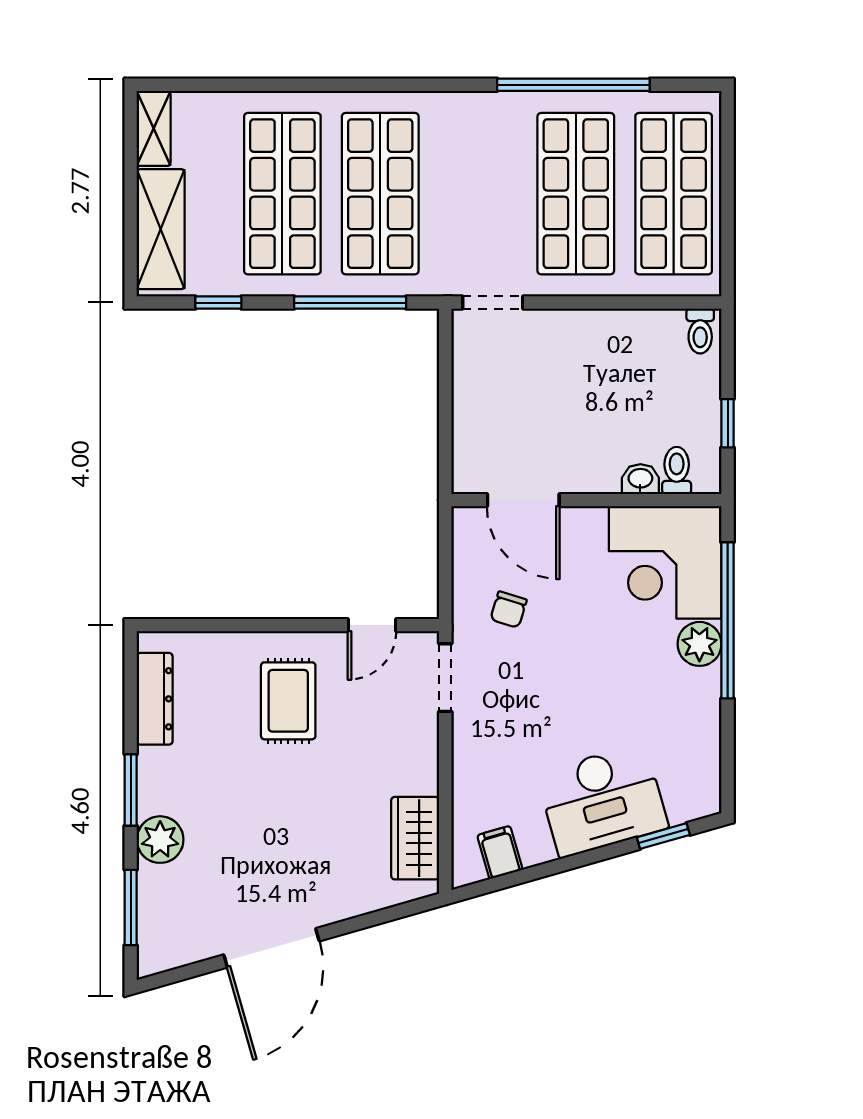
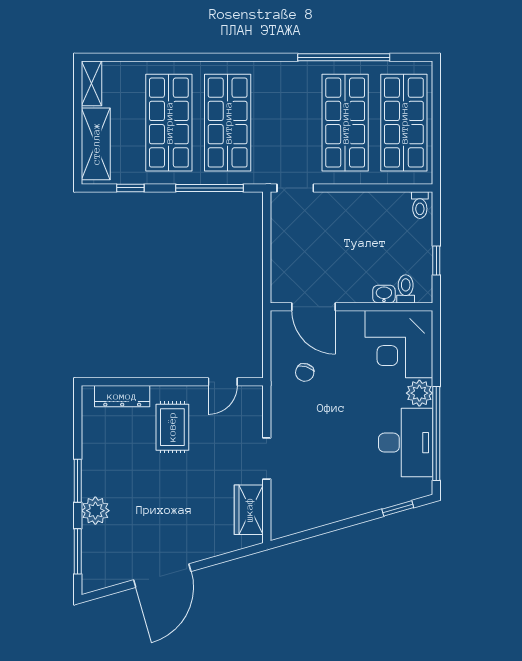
window: (728, 620) -> (436, 433), moved
doorway: (445, 678) -> (267, 459), moved
dresser: (155, 699) -> (122, 396), moved, turned 90
desk: (602, 800) -> (406, 443), moved, turned -74
filing cabinet: (500, 852) -> (299, 518), removed

